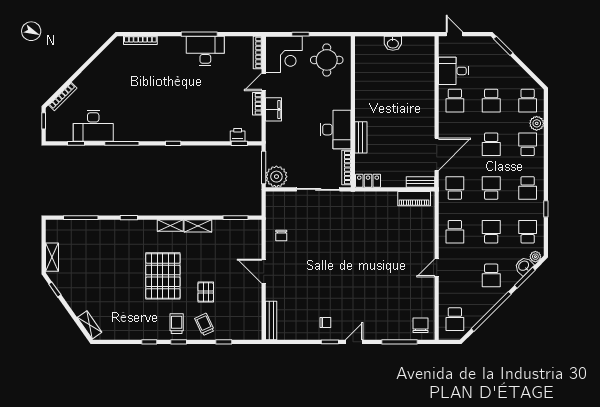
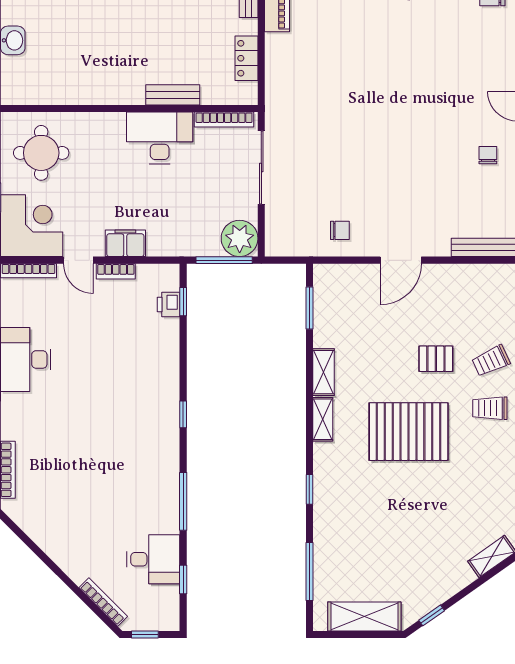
desk: (93, 126) -> (153, 559), width x0.73
locker: (368, 181) -> (246, 58), moved
shelving: (52, 257) -> (364, 616), width x1.50, depth x1.33

